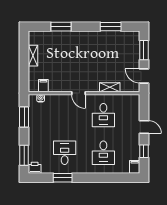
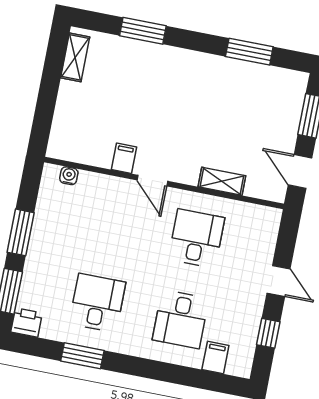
shelving: (33, 56) -> (75, 57), moved
filing cabinet: (43, 86) -> (124, 158), moved
desk: (103, 115) -> (196, 238), turned 180
window: (24, 117) -> (21, 232), moved
filing cabinet: (135, 167) -> (215, 358), moved

